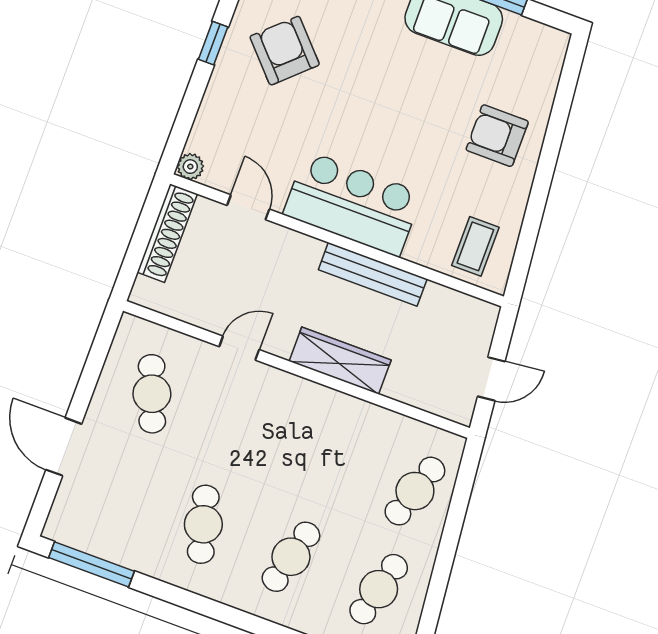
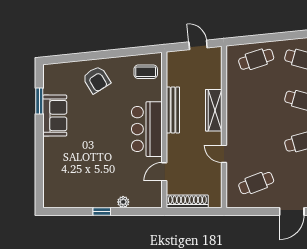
armchair: (285, 51) -> (94, 181), removed
armchair: (497, 136) -> (97, 80), turned -32
plant: (190, 167) -> (123, 202), moved
cafe table: (415, 491) -> (256, 59), turned -36

